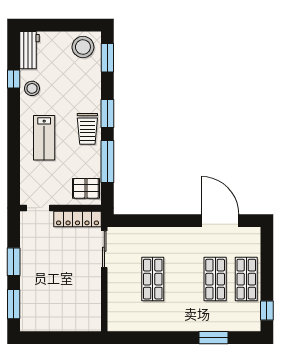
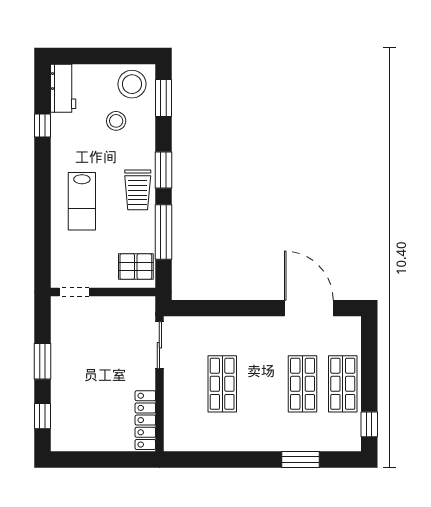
stool: (32, 88) -> (116, 121), moved
locker: (77, 219) -> (145, 420), moved, turned 90
window: (14, 304) -> (42, 416), width x0.67

